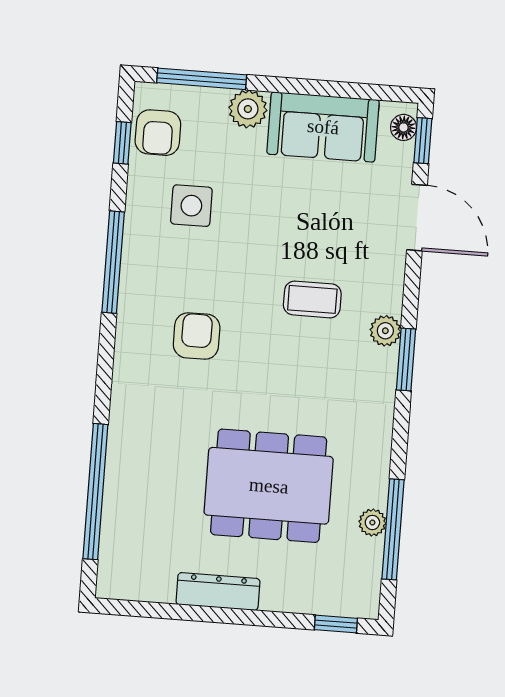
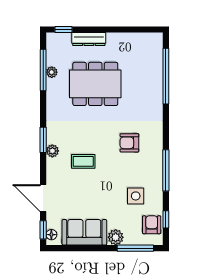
armchair: (197, 336) -> (129, 143), turned 90
dresser: (218, 592) -> (89, 39), moved

